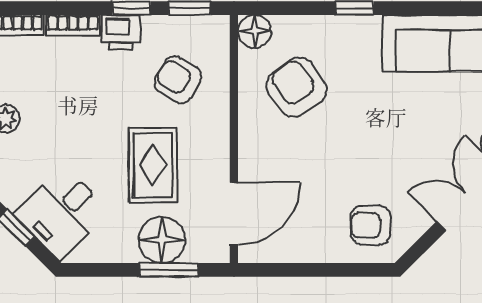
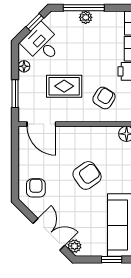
armchair: (297, 87) -> (87, 175), moved
floor lamp: (162, 240) -> (24, 66), moved, width x0.53, depth x0.53

